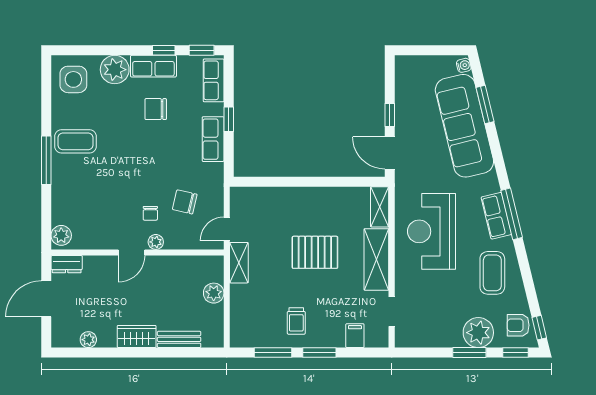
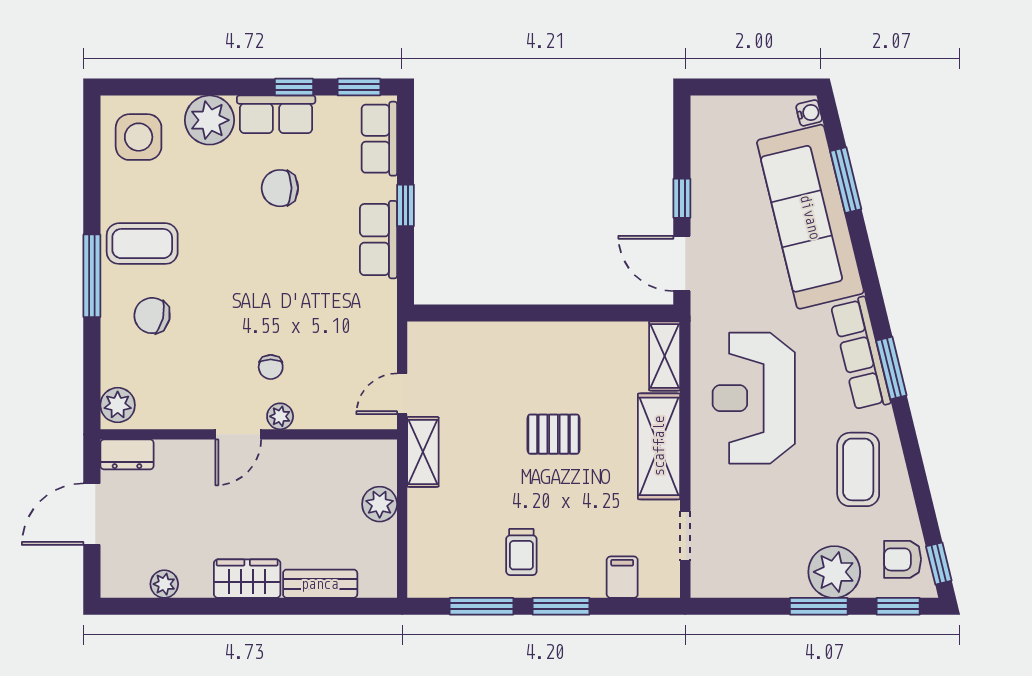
chair: (185, 202) -> (152, 316), moved
window: (512, 214) -> (891, 368), width x0.69
row of seats: (496, 216) -> (861, 354), width x1.48
pallet: (315, 252) -> (554, 434), width x0.67, depth x0.71

